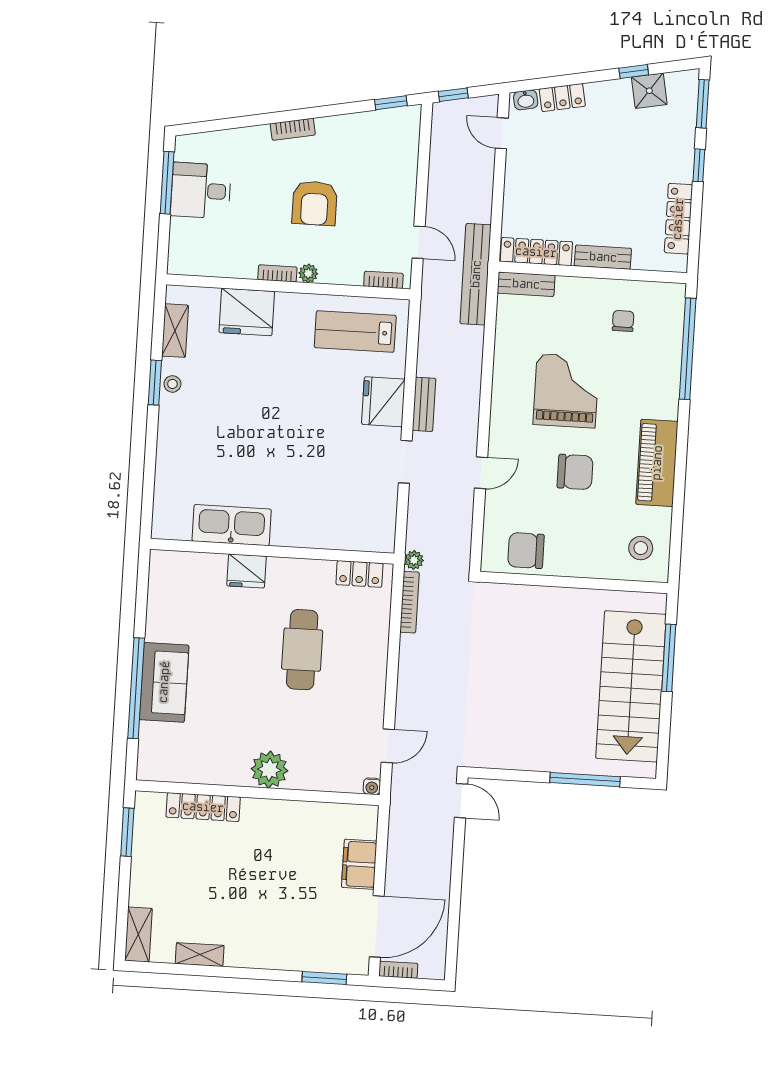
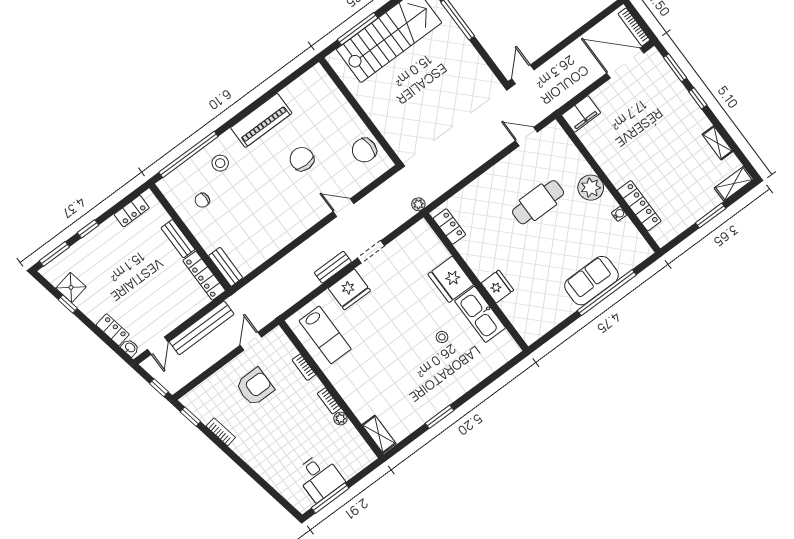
bookcase: (293, 129) -> (221, 432), moved
armchair: (315, 203) -> (255, 387), moved
locker: (678, 219) -> (132, 211), width x0.66
plant: (308, 273) -> (340, 418), moved
bench: (476, 274) -> (202, 328), moved
bookcase: (383, 280) -> (304, 367), moved
fridge: (247, 312) -> (451, 279), moved, turned 180
shelving: (175, 331) -> (379, 434), moved, turned 90
stool: (172, 384) -> (442, 337), moved
grand piano: (566, 391) -> (263, 199), removed
stool: (641, 548) -> (220, 163), moved
chair: (526, 550) -> (364, 150), turned 90
bookcase: (410, 602) -> (442, 188), removed
cafe table: (302, 650) -> (538, 202), moved
water cooler: (372, 786) -> (619, 214), moved
window: (127, 832) -> (711, 216), moved
filing cabinet: (359, 864) -> (581, 114), moved
bookcase: (398, 970) -> (634, 27), width x1.56
window: (268, 975) -> (698, 98), added

